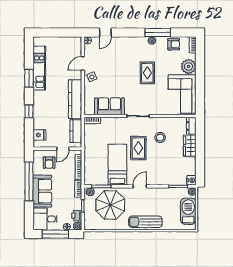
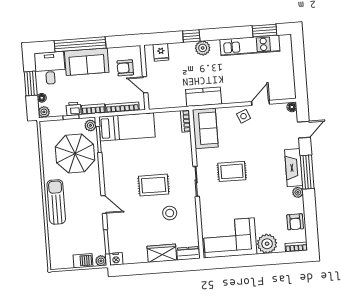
door: (105, 33) -> (304, 130), swing flipped
window: (158, 33) -> (307, 172), moved
fireplace: (133, 42) -> (294, 168), added
door: (83, 63) -> (261, 103), hinge flipped
rug: (147, 73) -> (232, 171), moved
window: (29, 78) -> (265, 30), moved
kitchen counter: (75, 99) -> (204, 97), width x0.67
plant: (39, 104) -> (203, 48), added
sofa: (109, 106) -> (205, 128), moved
kitchen counter: (76, 131) -> (170, 100), removed
bed: (117, 165) -> (127, 127), moved
window: (29, 181) -> (80, 44), moved
door: (140, 186) -> (104, 205), moved
barbecue: (188, 211) -> (83, 261), width x0.53, depth x0.65
printer: (77, 216) -> (74, 109), moved
window: (55, 234) -> (31, 83), width x0.69

